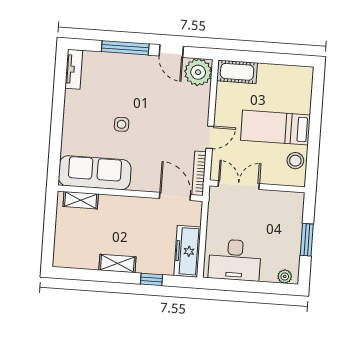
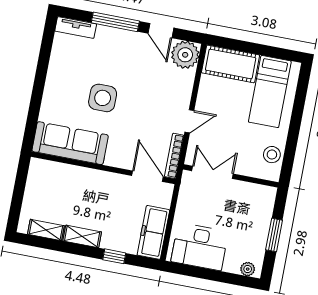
tv unit: (74, 69) -> (76, 28), moved, turned 90
cot: (237, 72) -> (231, 64), width x1.37, depth x1.34
side table: (122, 124) -> (103, 98), width x1.87, depth x1.87
bed: (275, 128) -> (270, 92), moved, turned -90
shelving: (81, 200) -> (46, 230), moved

